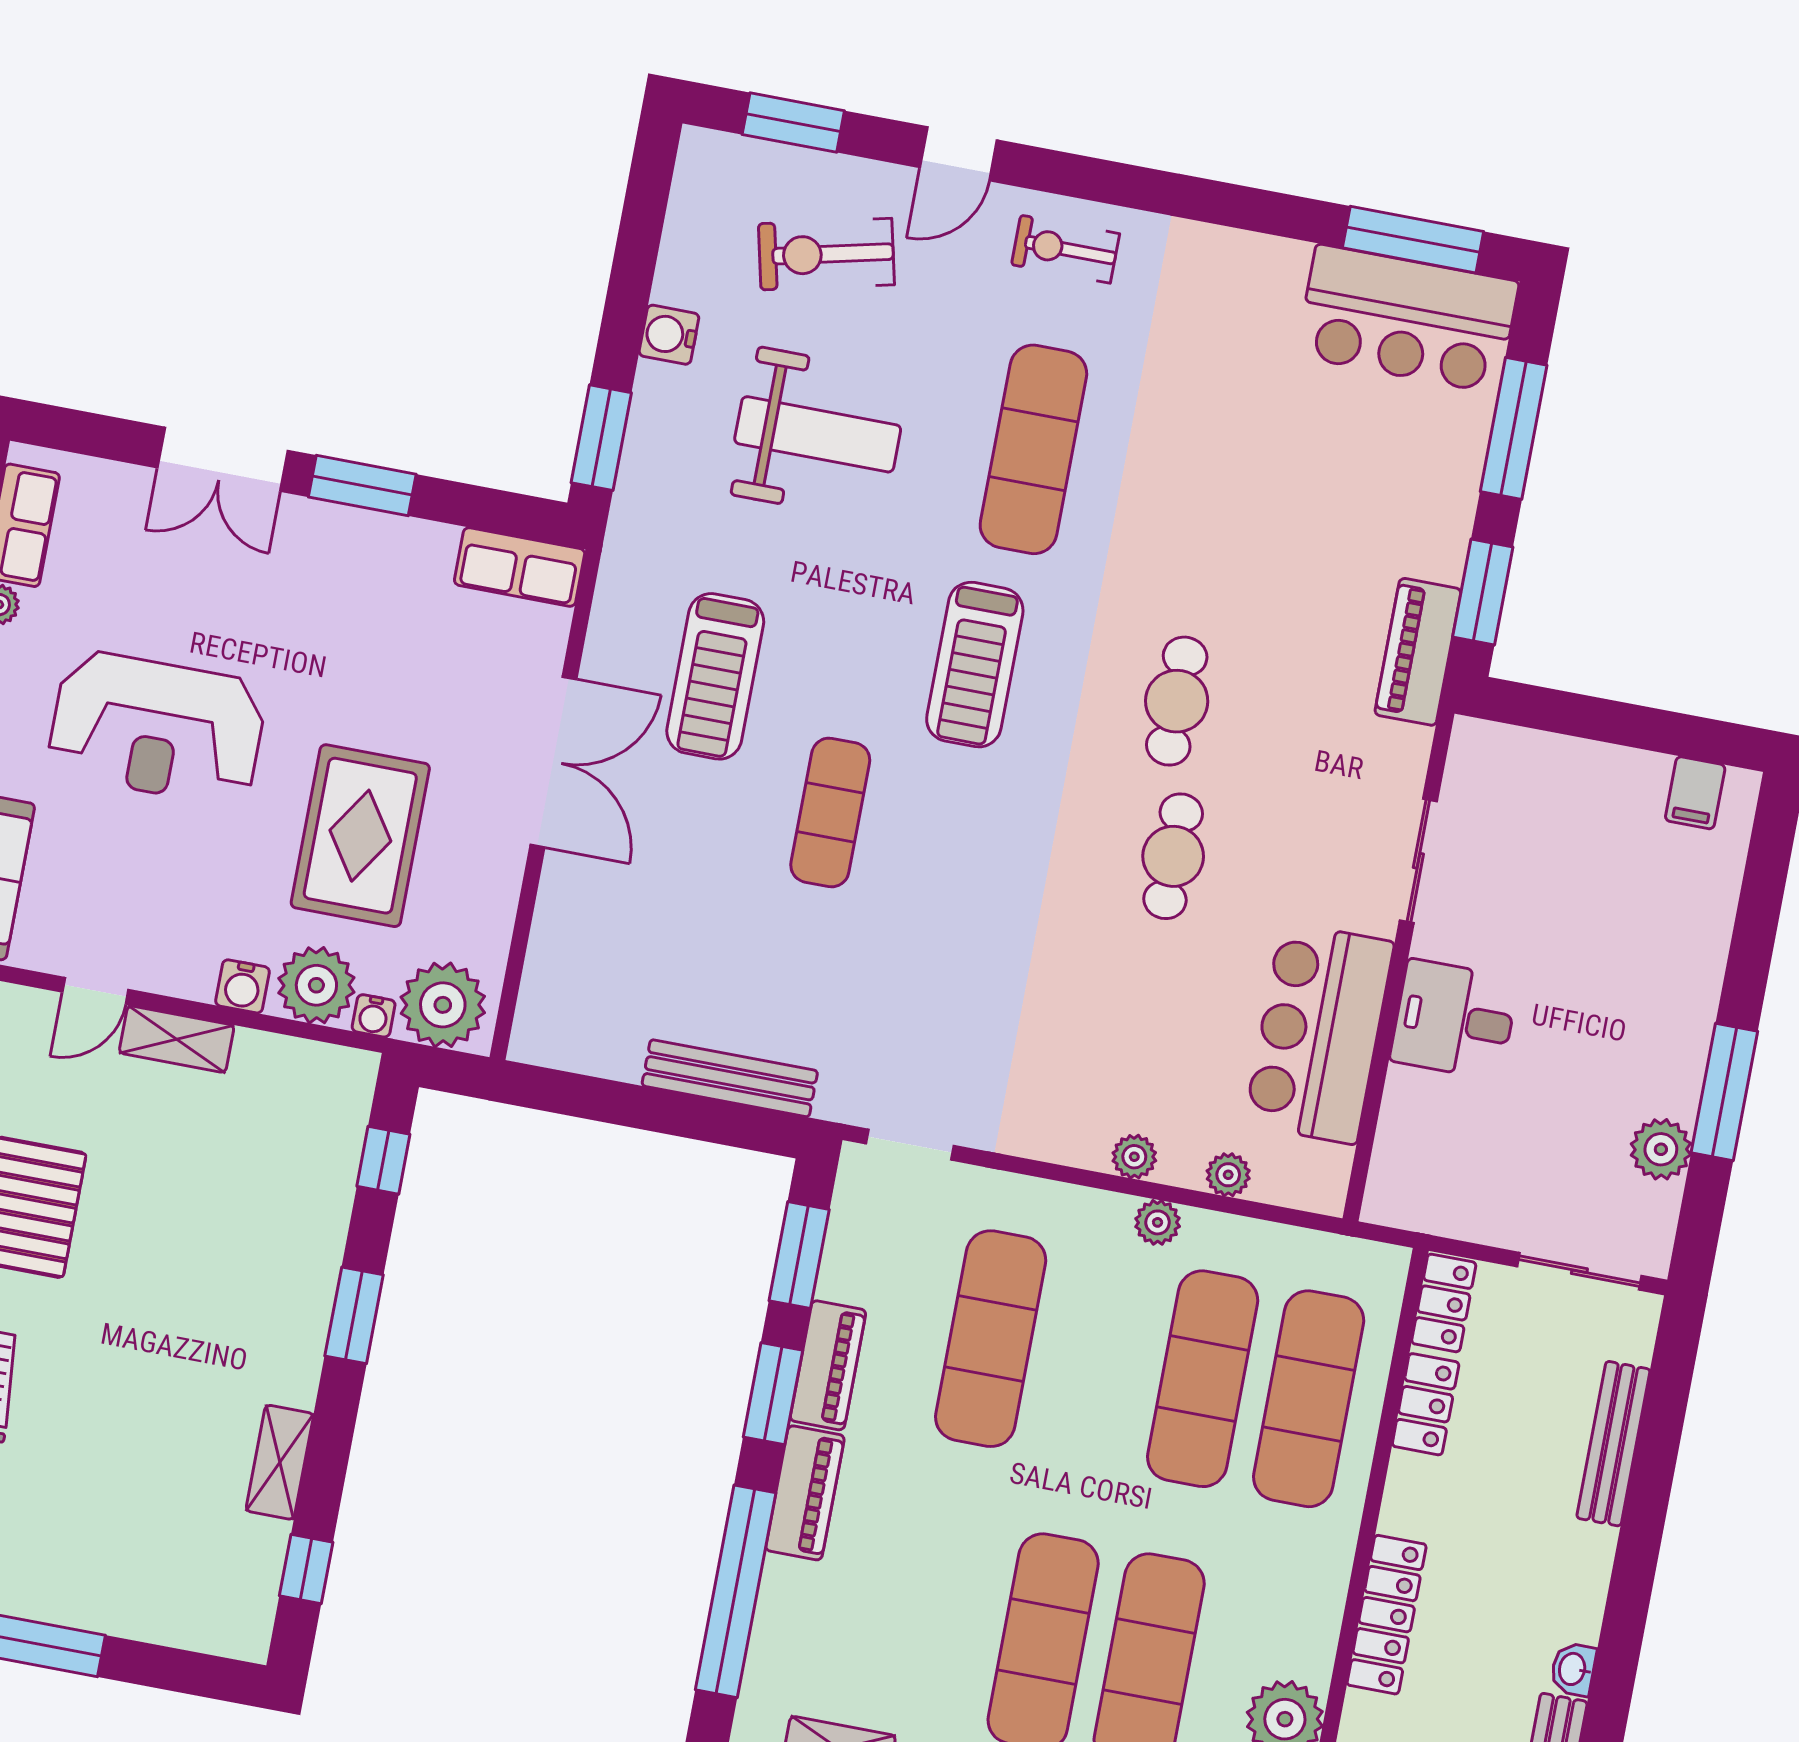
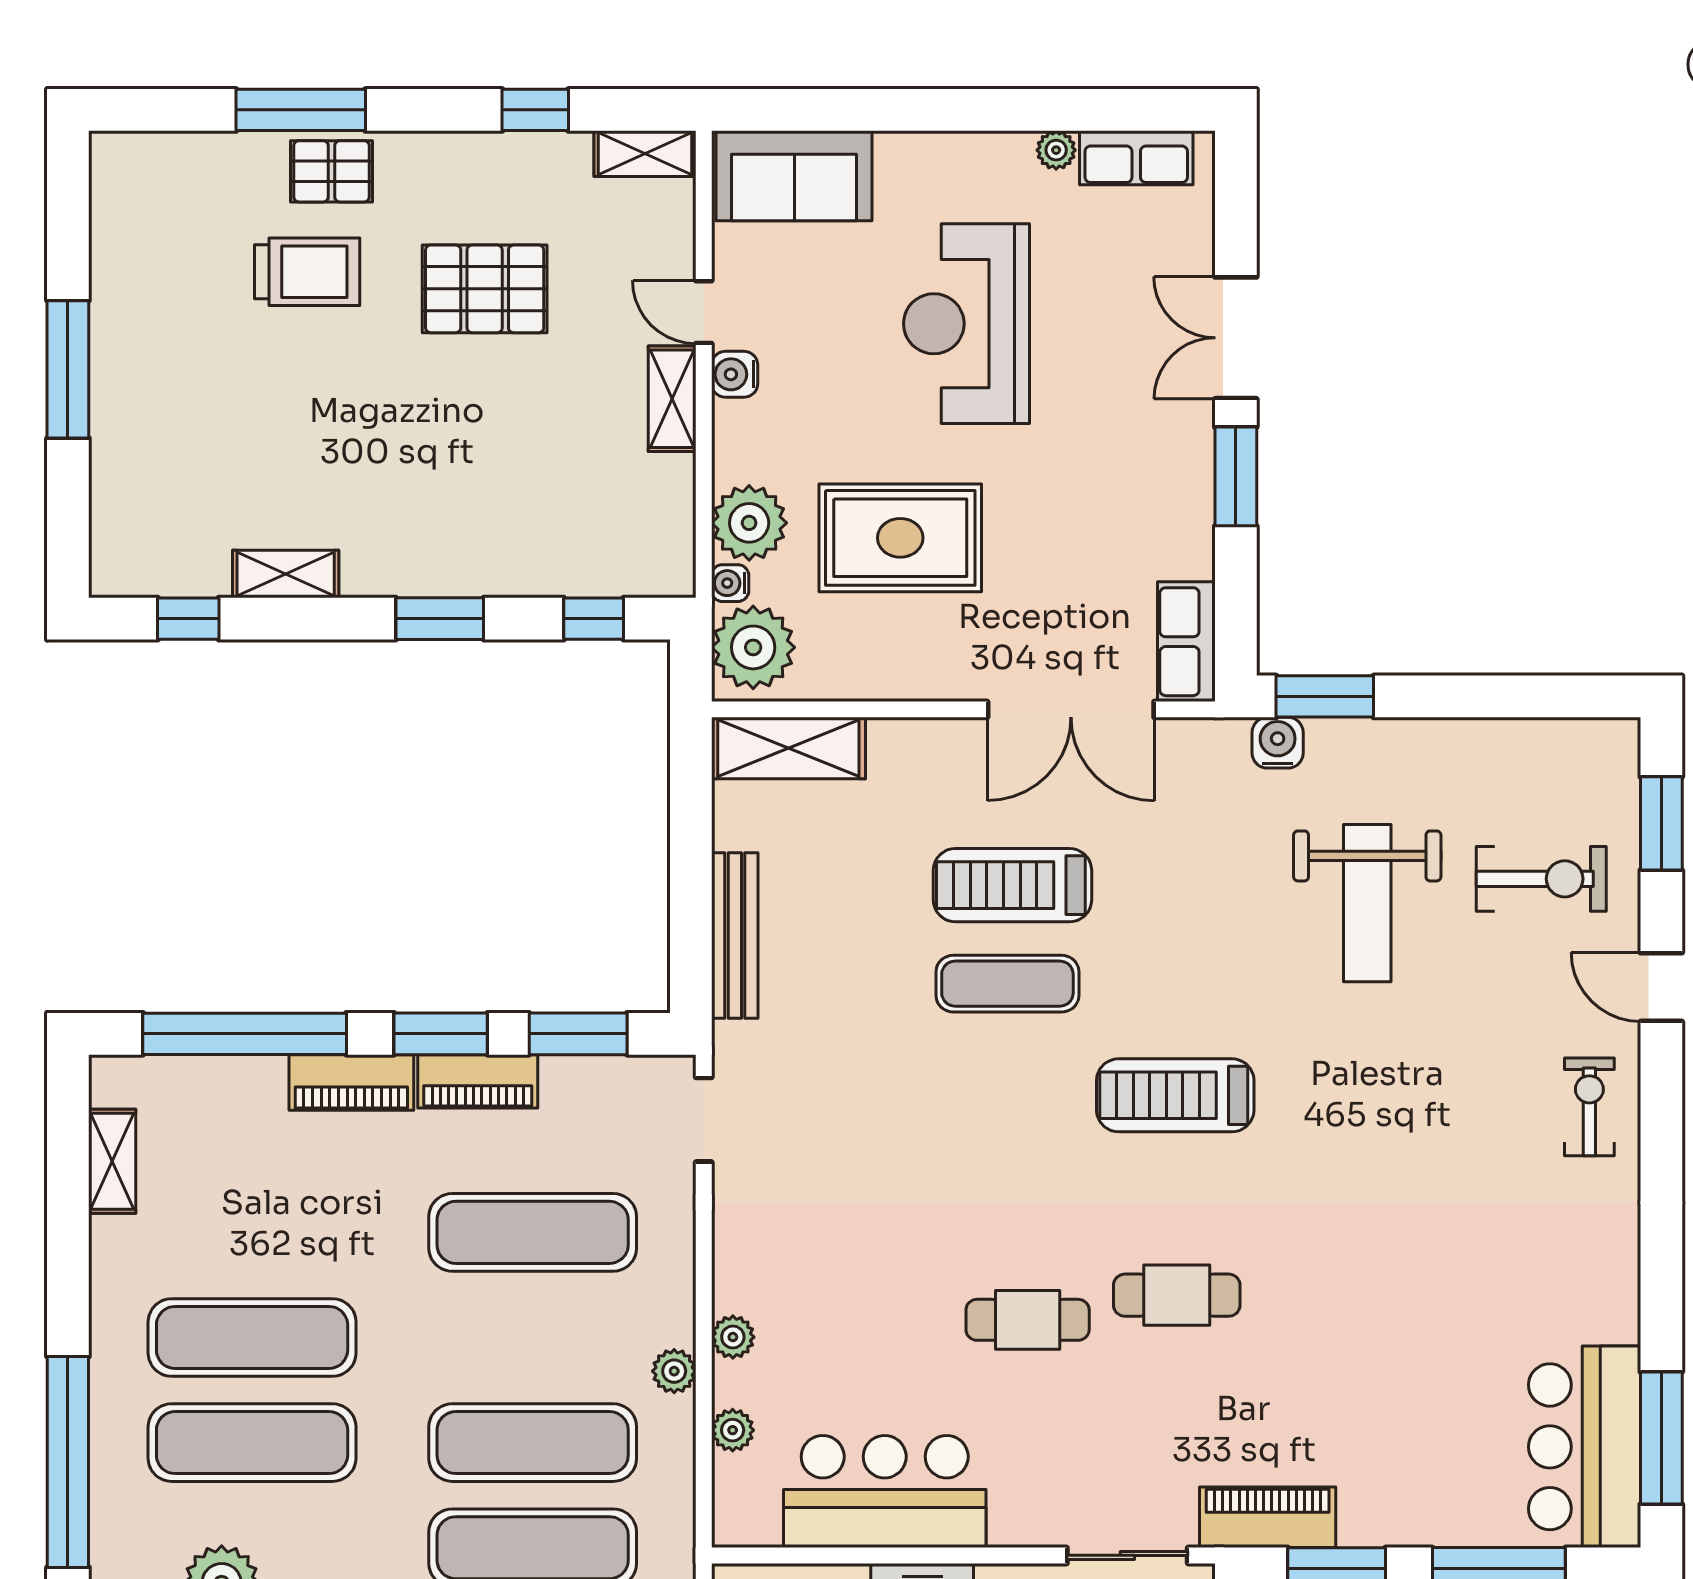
exercise bike: (826, 254) -> (1541, 879), turned 103
water cooler: (669, 335) -> (1278, 743), moved
exercise mat: (1033, 449) -> (1392, 1112), removed
treadmill: (715, 676) -> (1012, 885), moved
double door: (553, 762) -> (1071, 709), moved
sliding door: (1418, 861) -> (1127, 1555), moved
water cooler: (242, 986) -> (735, 374), moved
shelving: (551, 988) -> (788, 748), added

